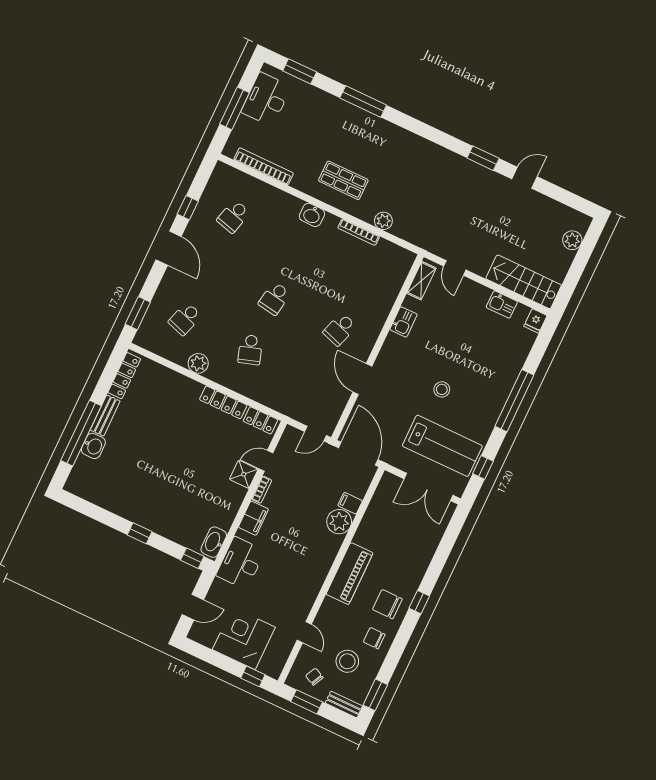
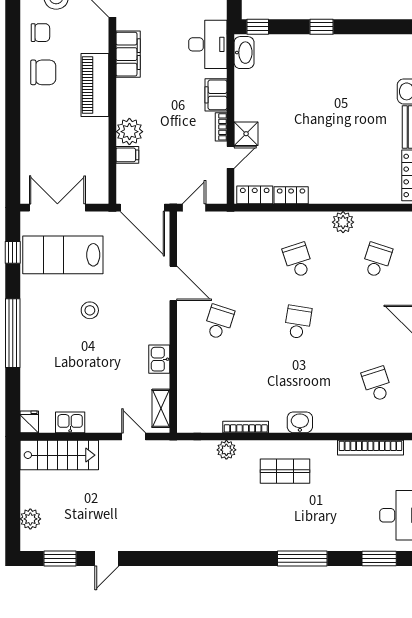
window: (483, 158) -> (60, 558), moved
school desk: (233, 216) -> (377, 384), turned -33
locker: (223, 402) -> (291, 195), width x0.66
filing cabinet: (310, 586) -> (128, 54), added
window: (419, 602) -> (13, 89), removed

